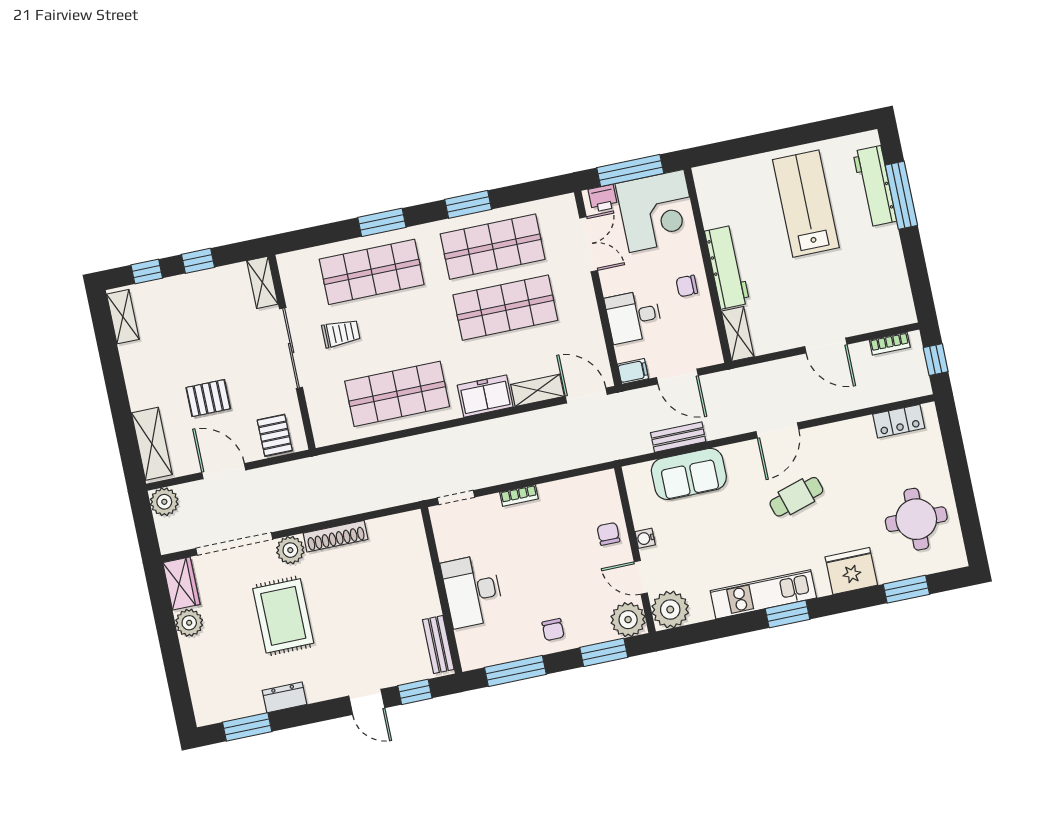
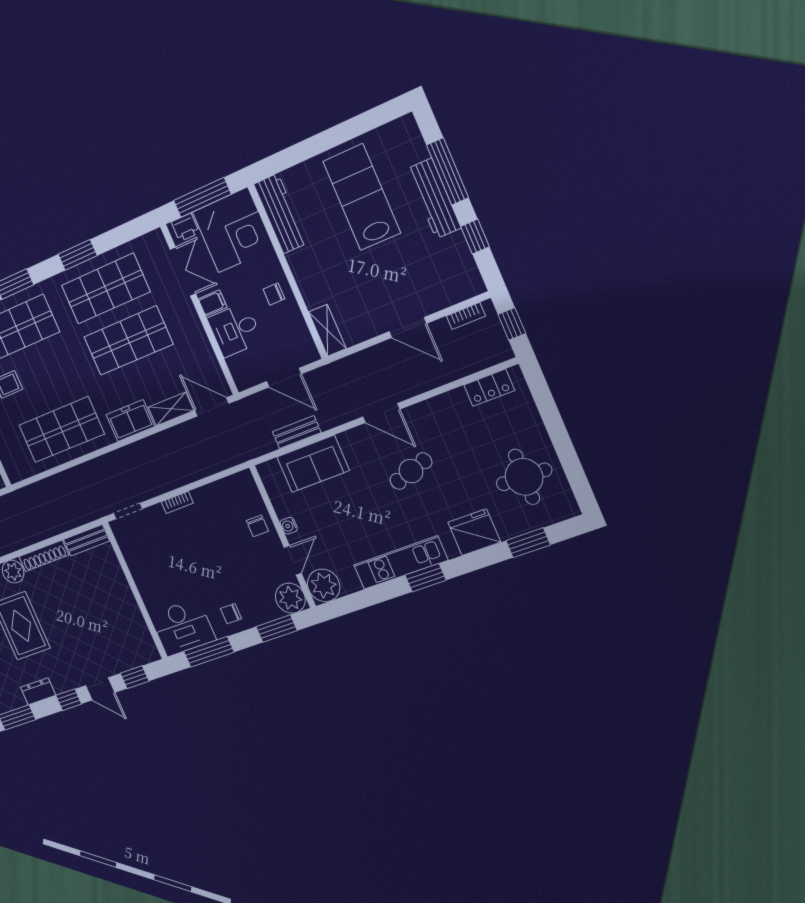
workbench: (875, 186) -> (434, 198), moved
window: (916, 265) -> (475, 237), added
workbench: (727, 267) -> (281, 214), moved
filing cabinet: (633, 371) -> (213, 303), moved
door: (777, 430) -> (381, 413), hinge flipped
chair: (608, 534) -> (257, 526), turned 180
door: (641, 577) -> (293, 560), swing flipped
desk: (472, 591) -> (183, 627), moved, turned -90
chair: (553, 630) -> (231, 614), turned 90
bench: (438, 645) -> (86, 540), moved, turned 90
window: (322, 711) -> (69, 700), added

